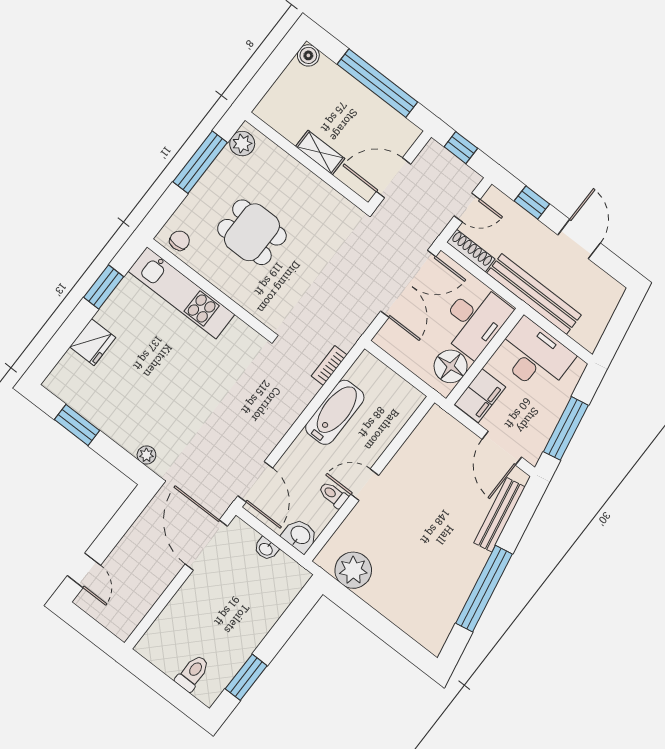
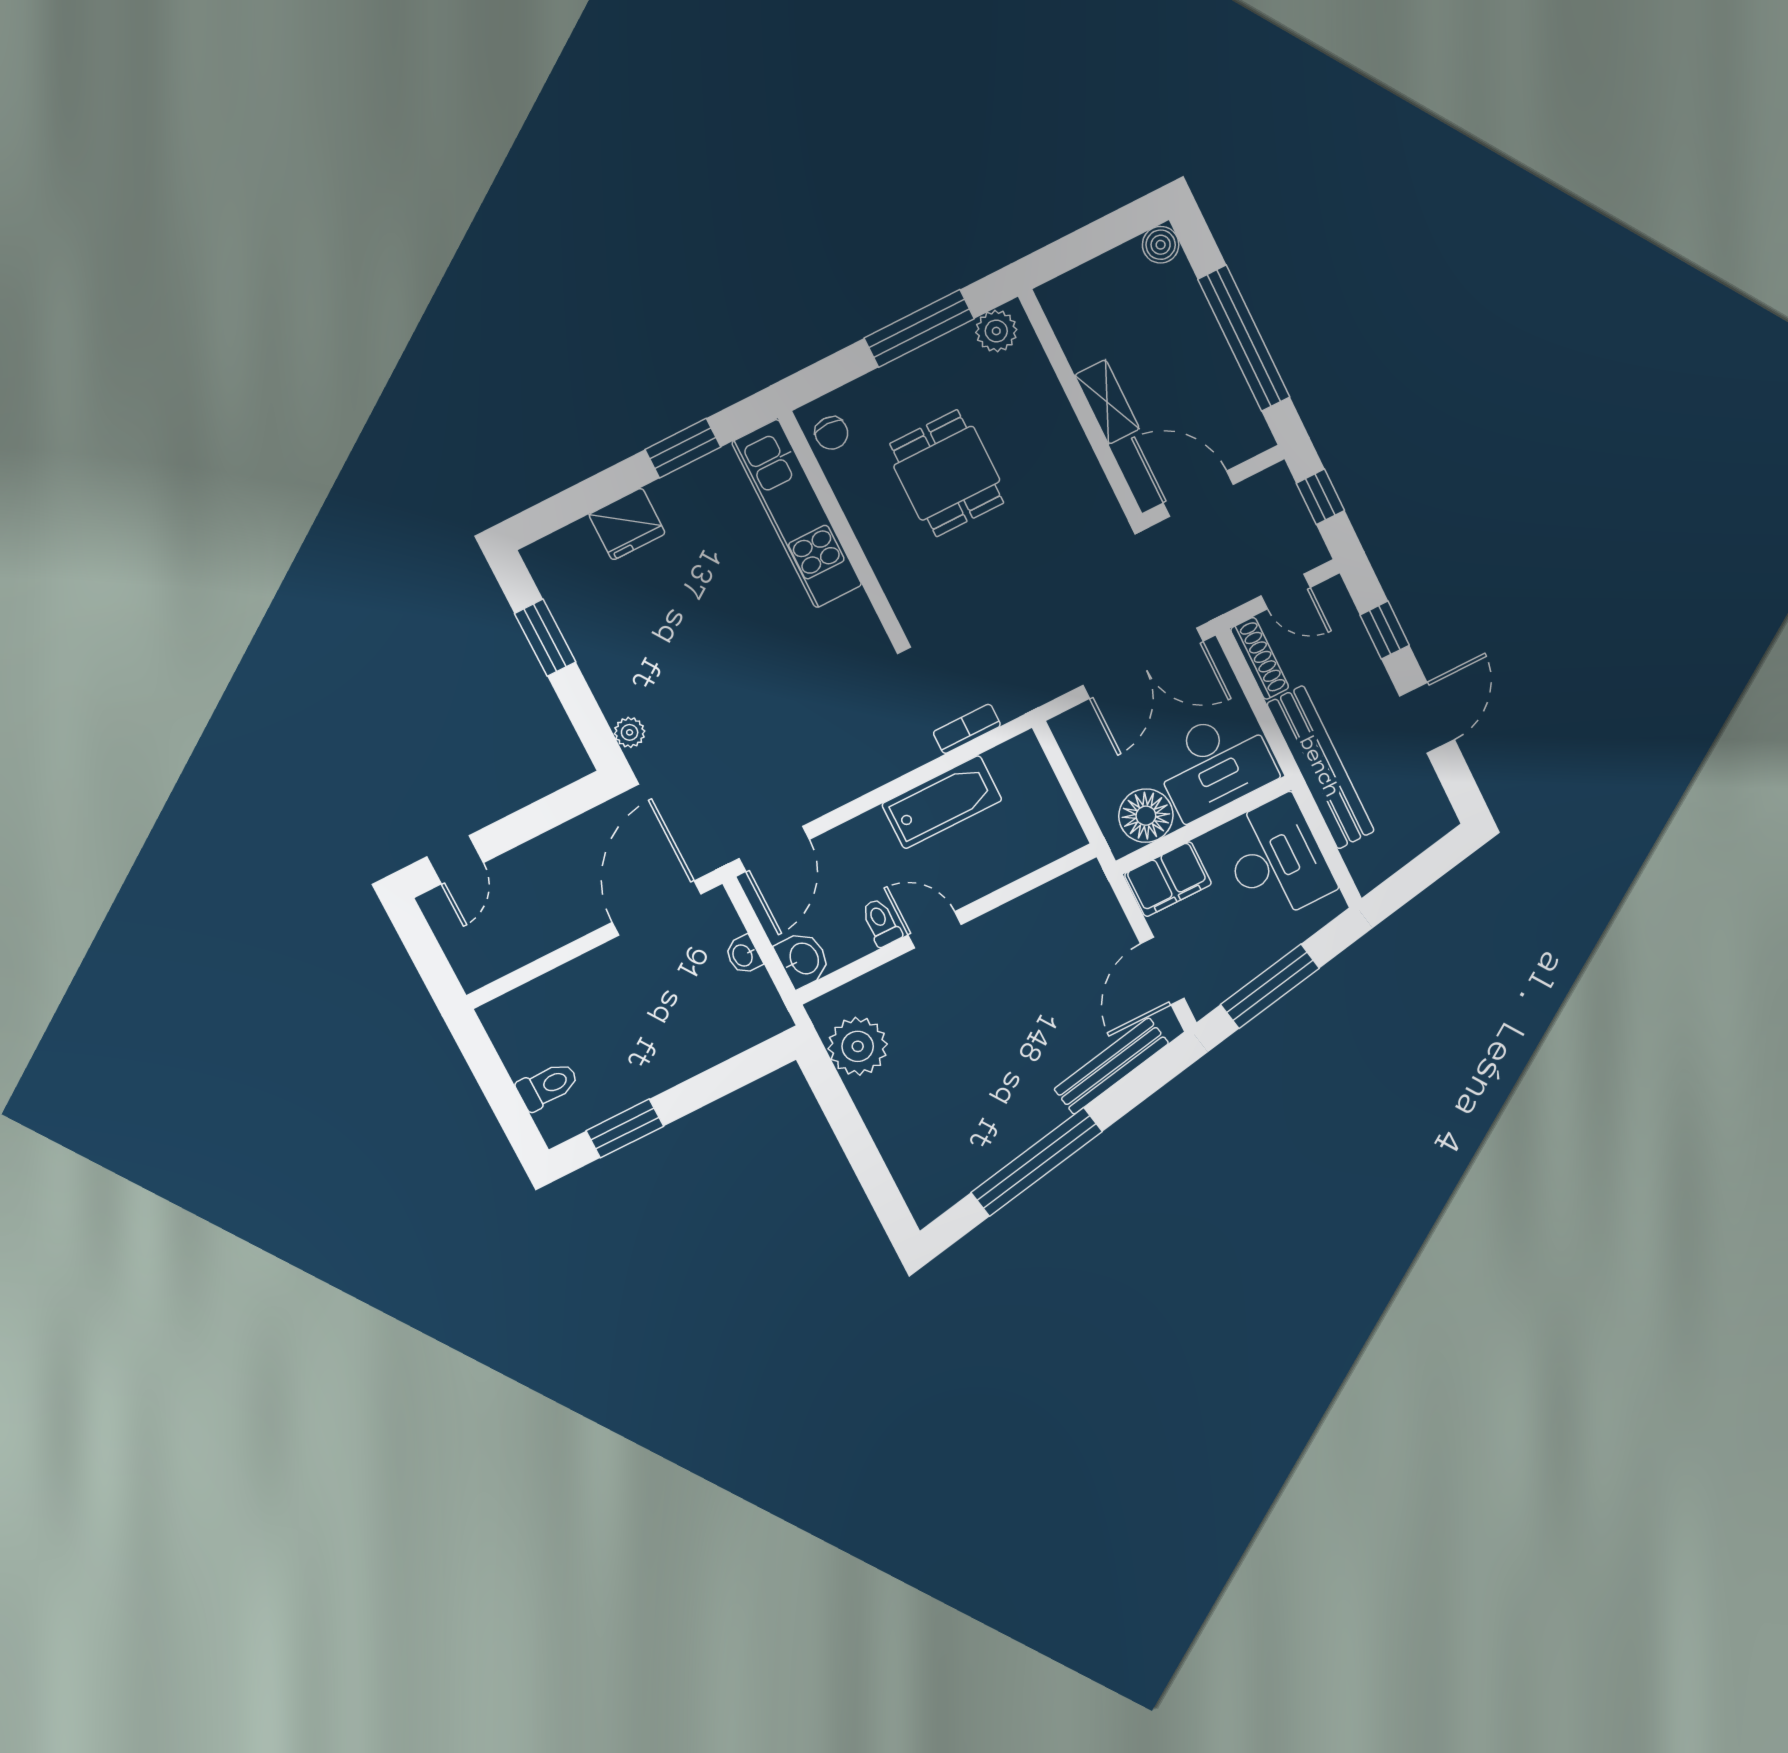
chair: (180, 241) -> (831, 433), turned 90

